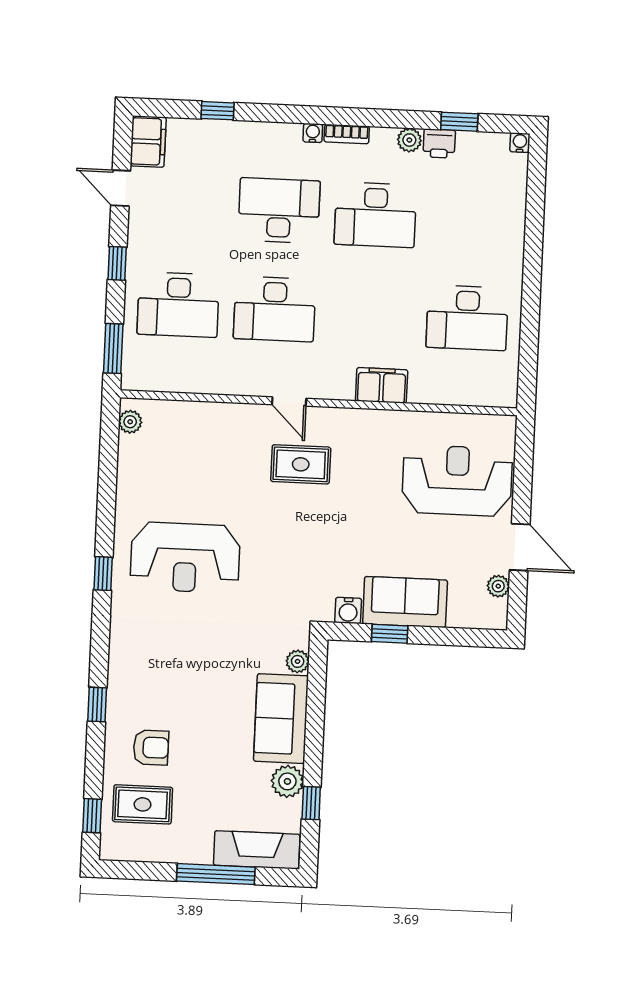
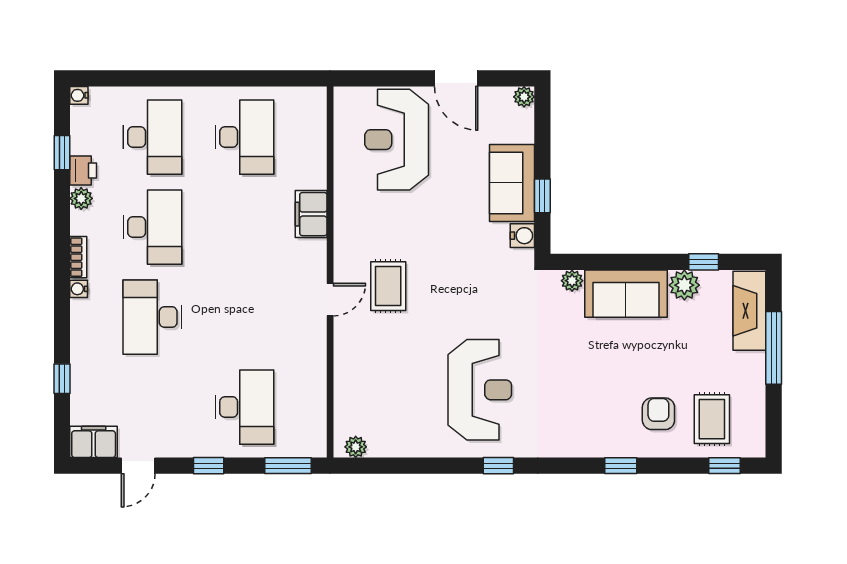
desk: (275, 309) -> (152, 137), moved
door: (520, 547) -> (456, 78), swing flipped
plant: (498, 586) -> (524, 97), moved

